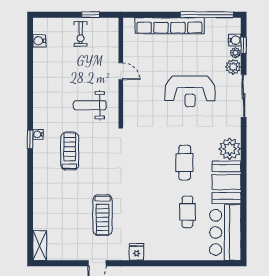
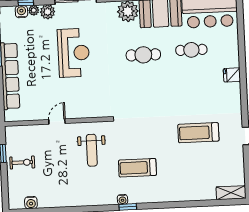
treadmill: (103, 215) -> (198, 133), turned 180
fridge: (137, 252) -> (232, 75), moved

